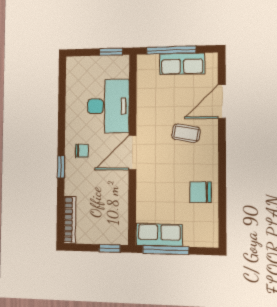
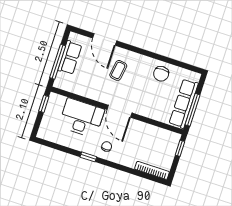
window: (61, 167) -> (88, 157), moved
row of seats: (159, 235) -> (184, 104), width x1.48

